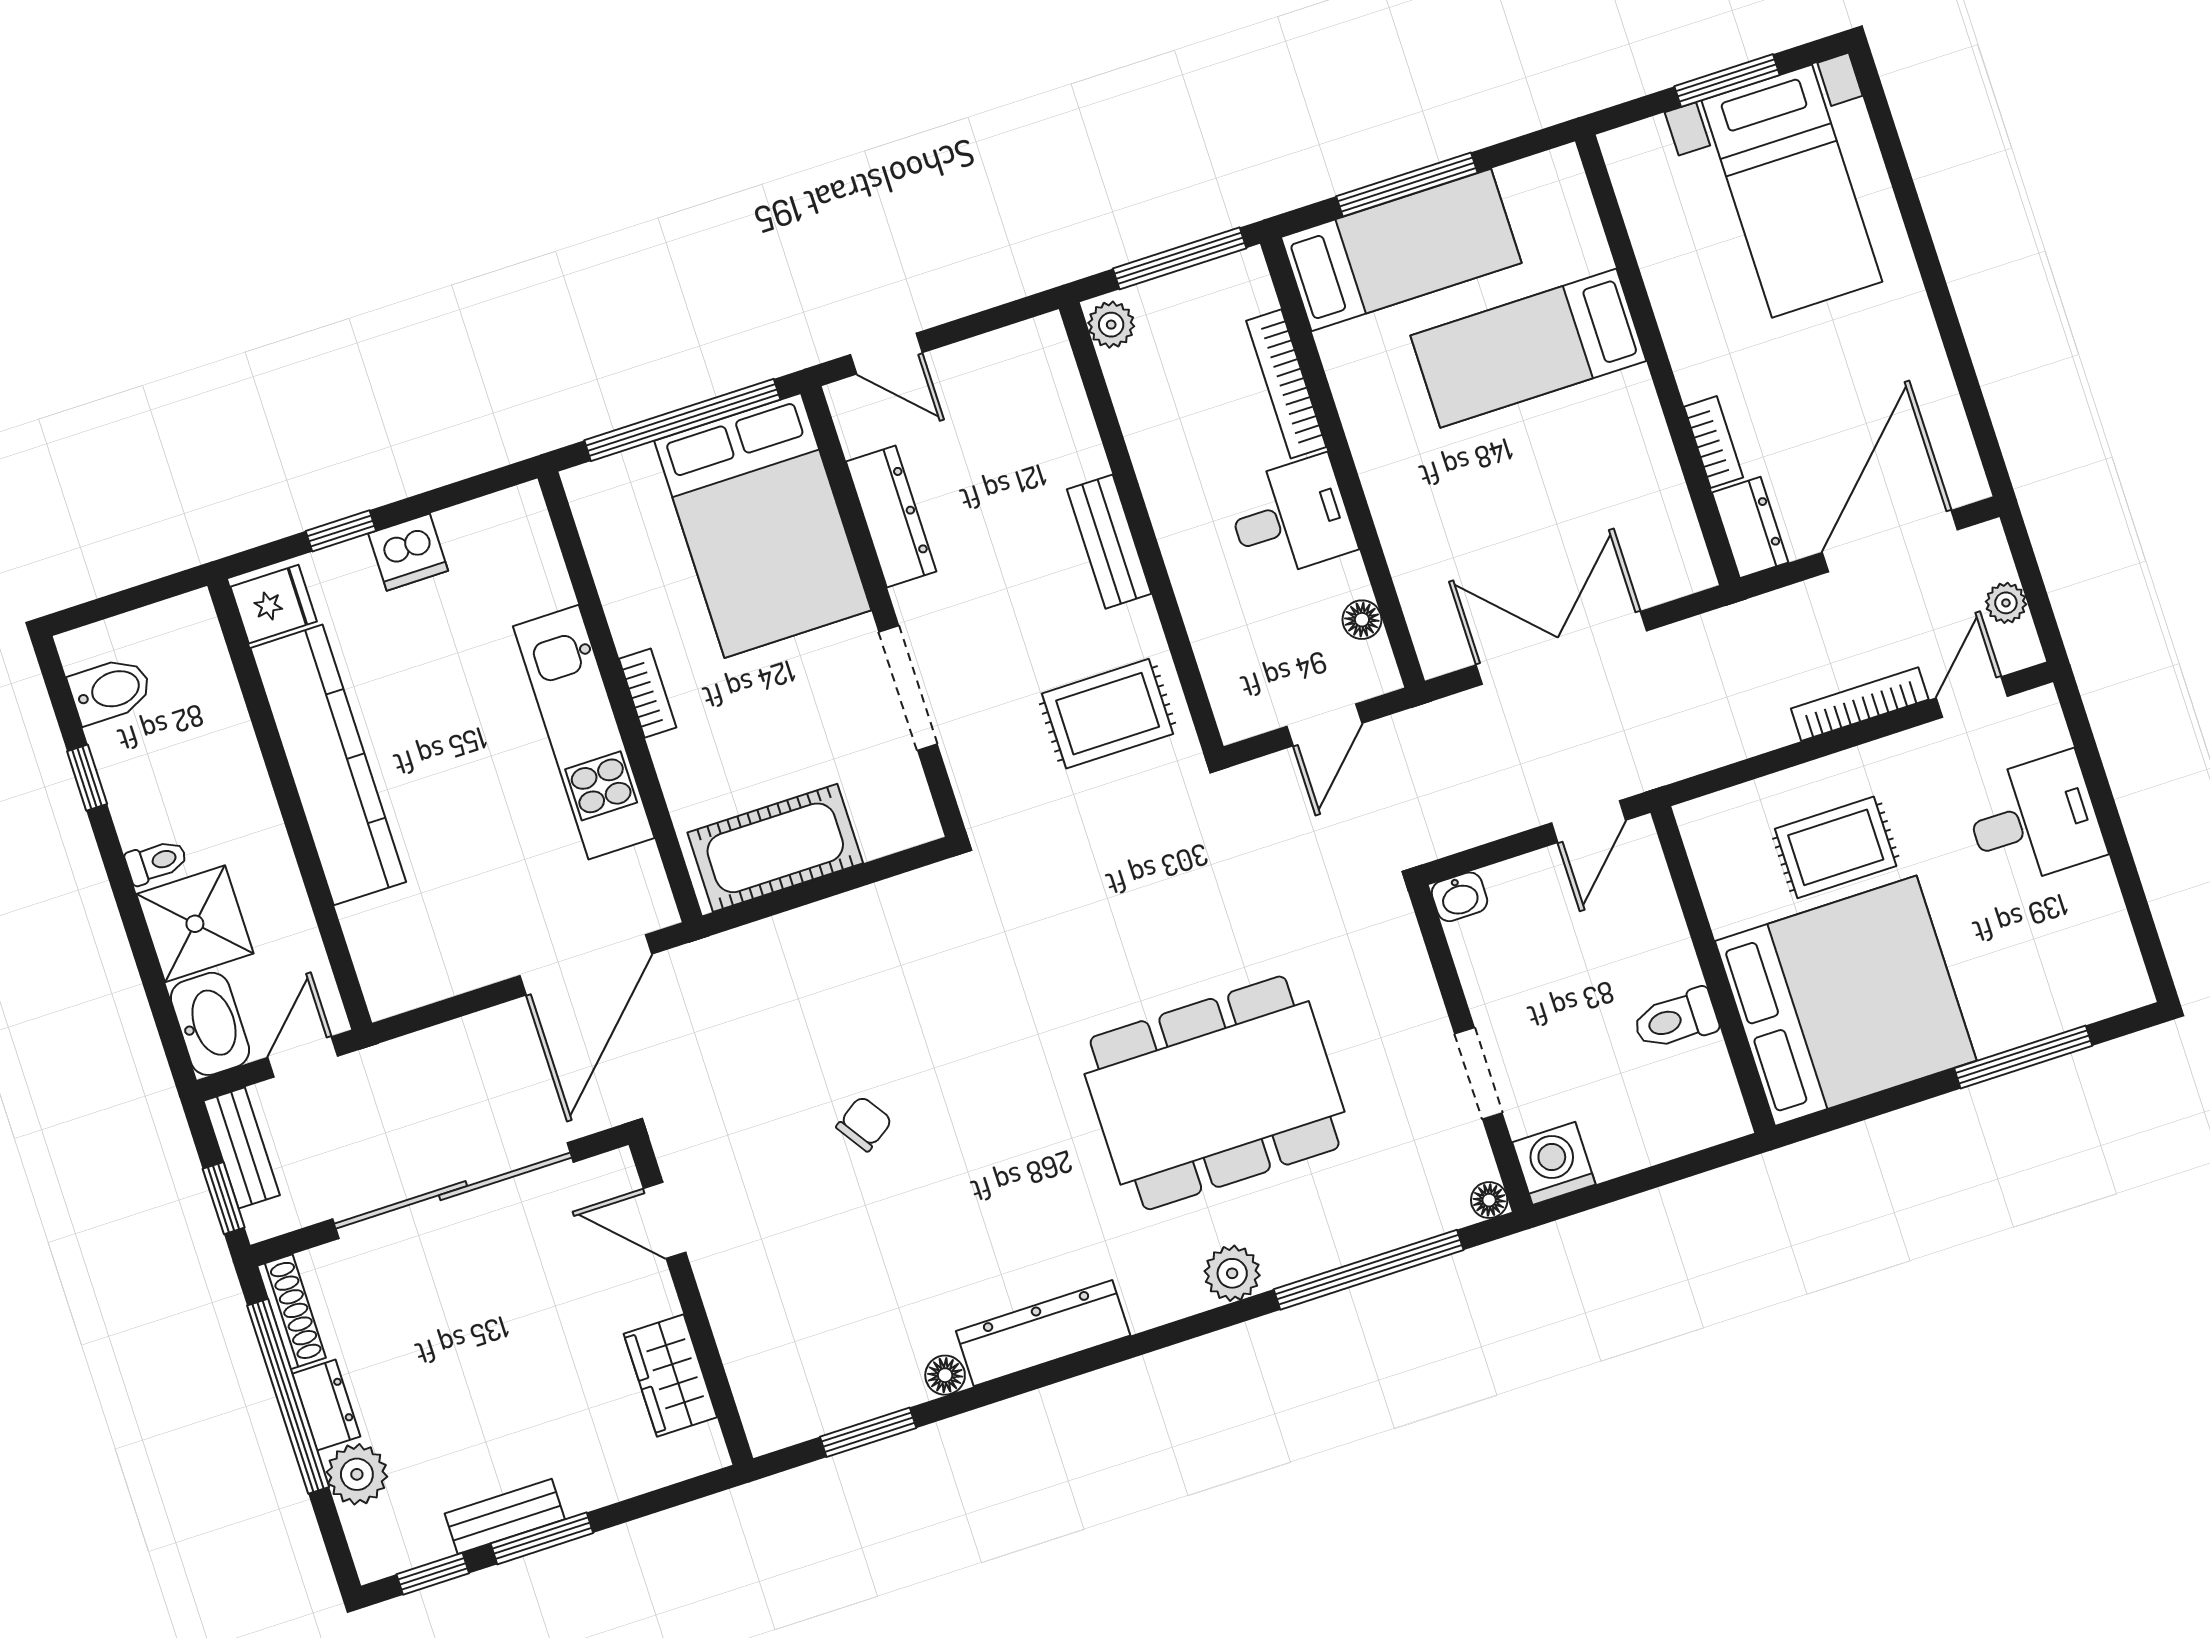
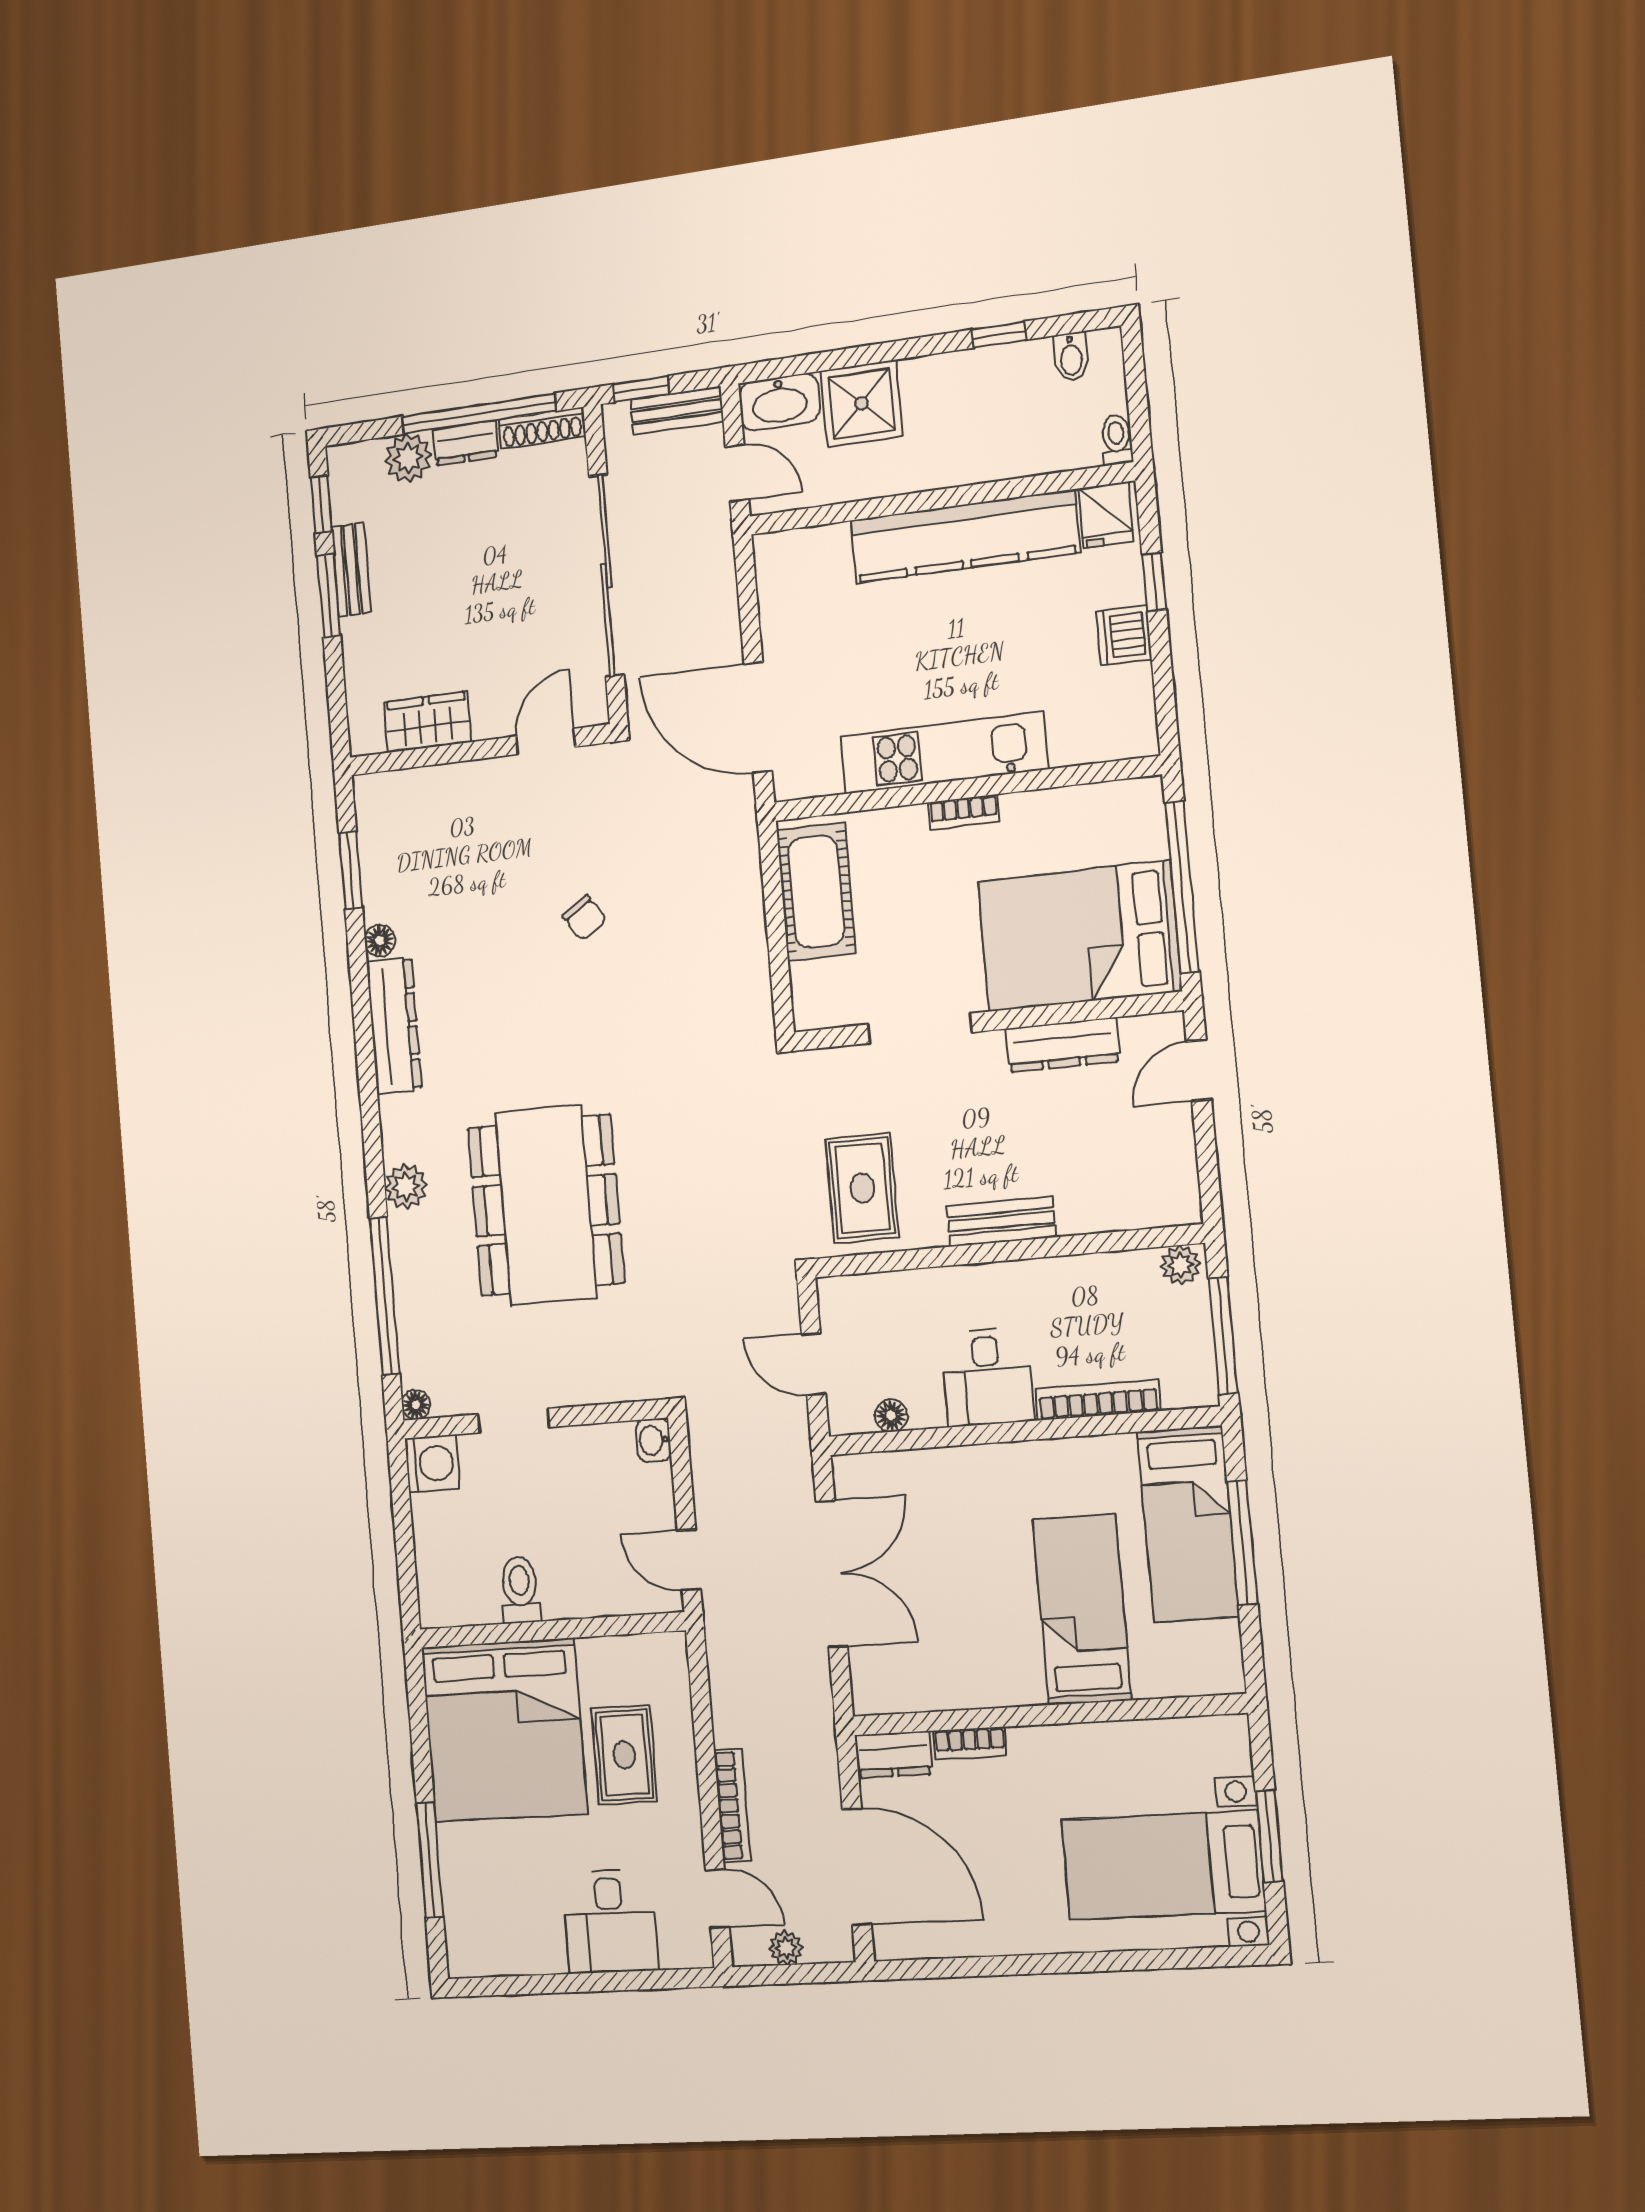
bidet: (110, 690) -> (1071, 357), width x0.72, depth x0.74
toilet: (156, 862) -> (1117, 440), moved, turned 180

